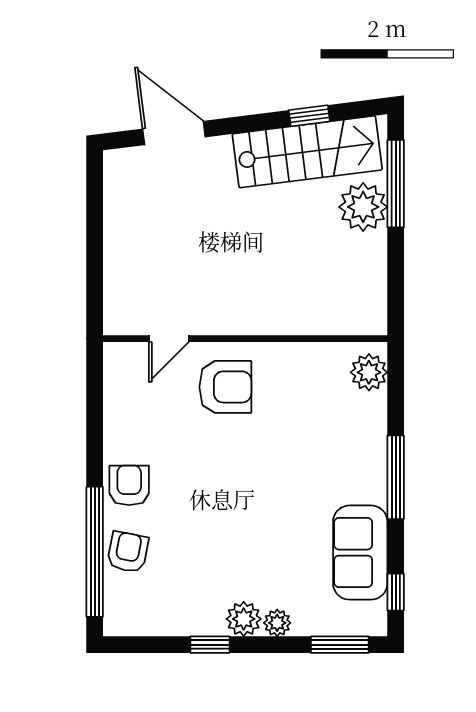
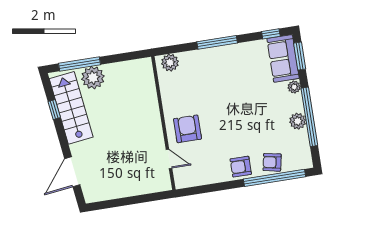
sofa: (360, 553) -> (283, 58), moved, turned 90
plant: (244, 619) -> (298, 121), moved
window: (210, 645) -> (309, 117), width x3.17

